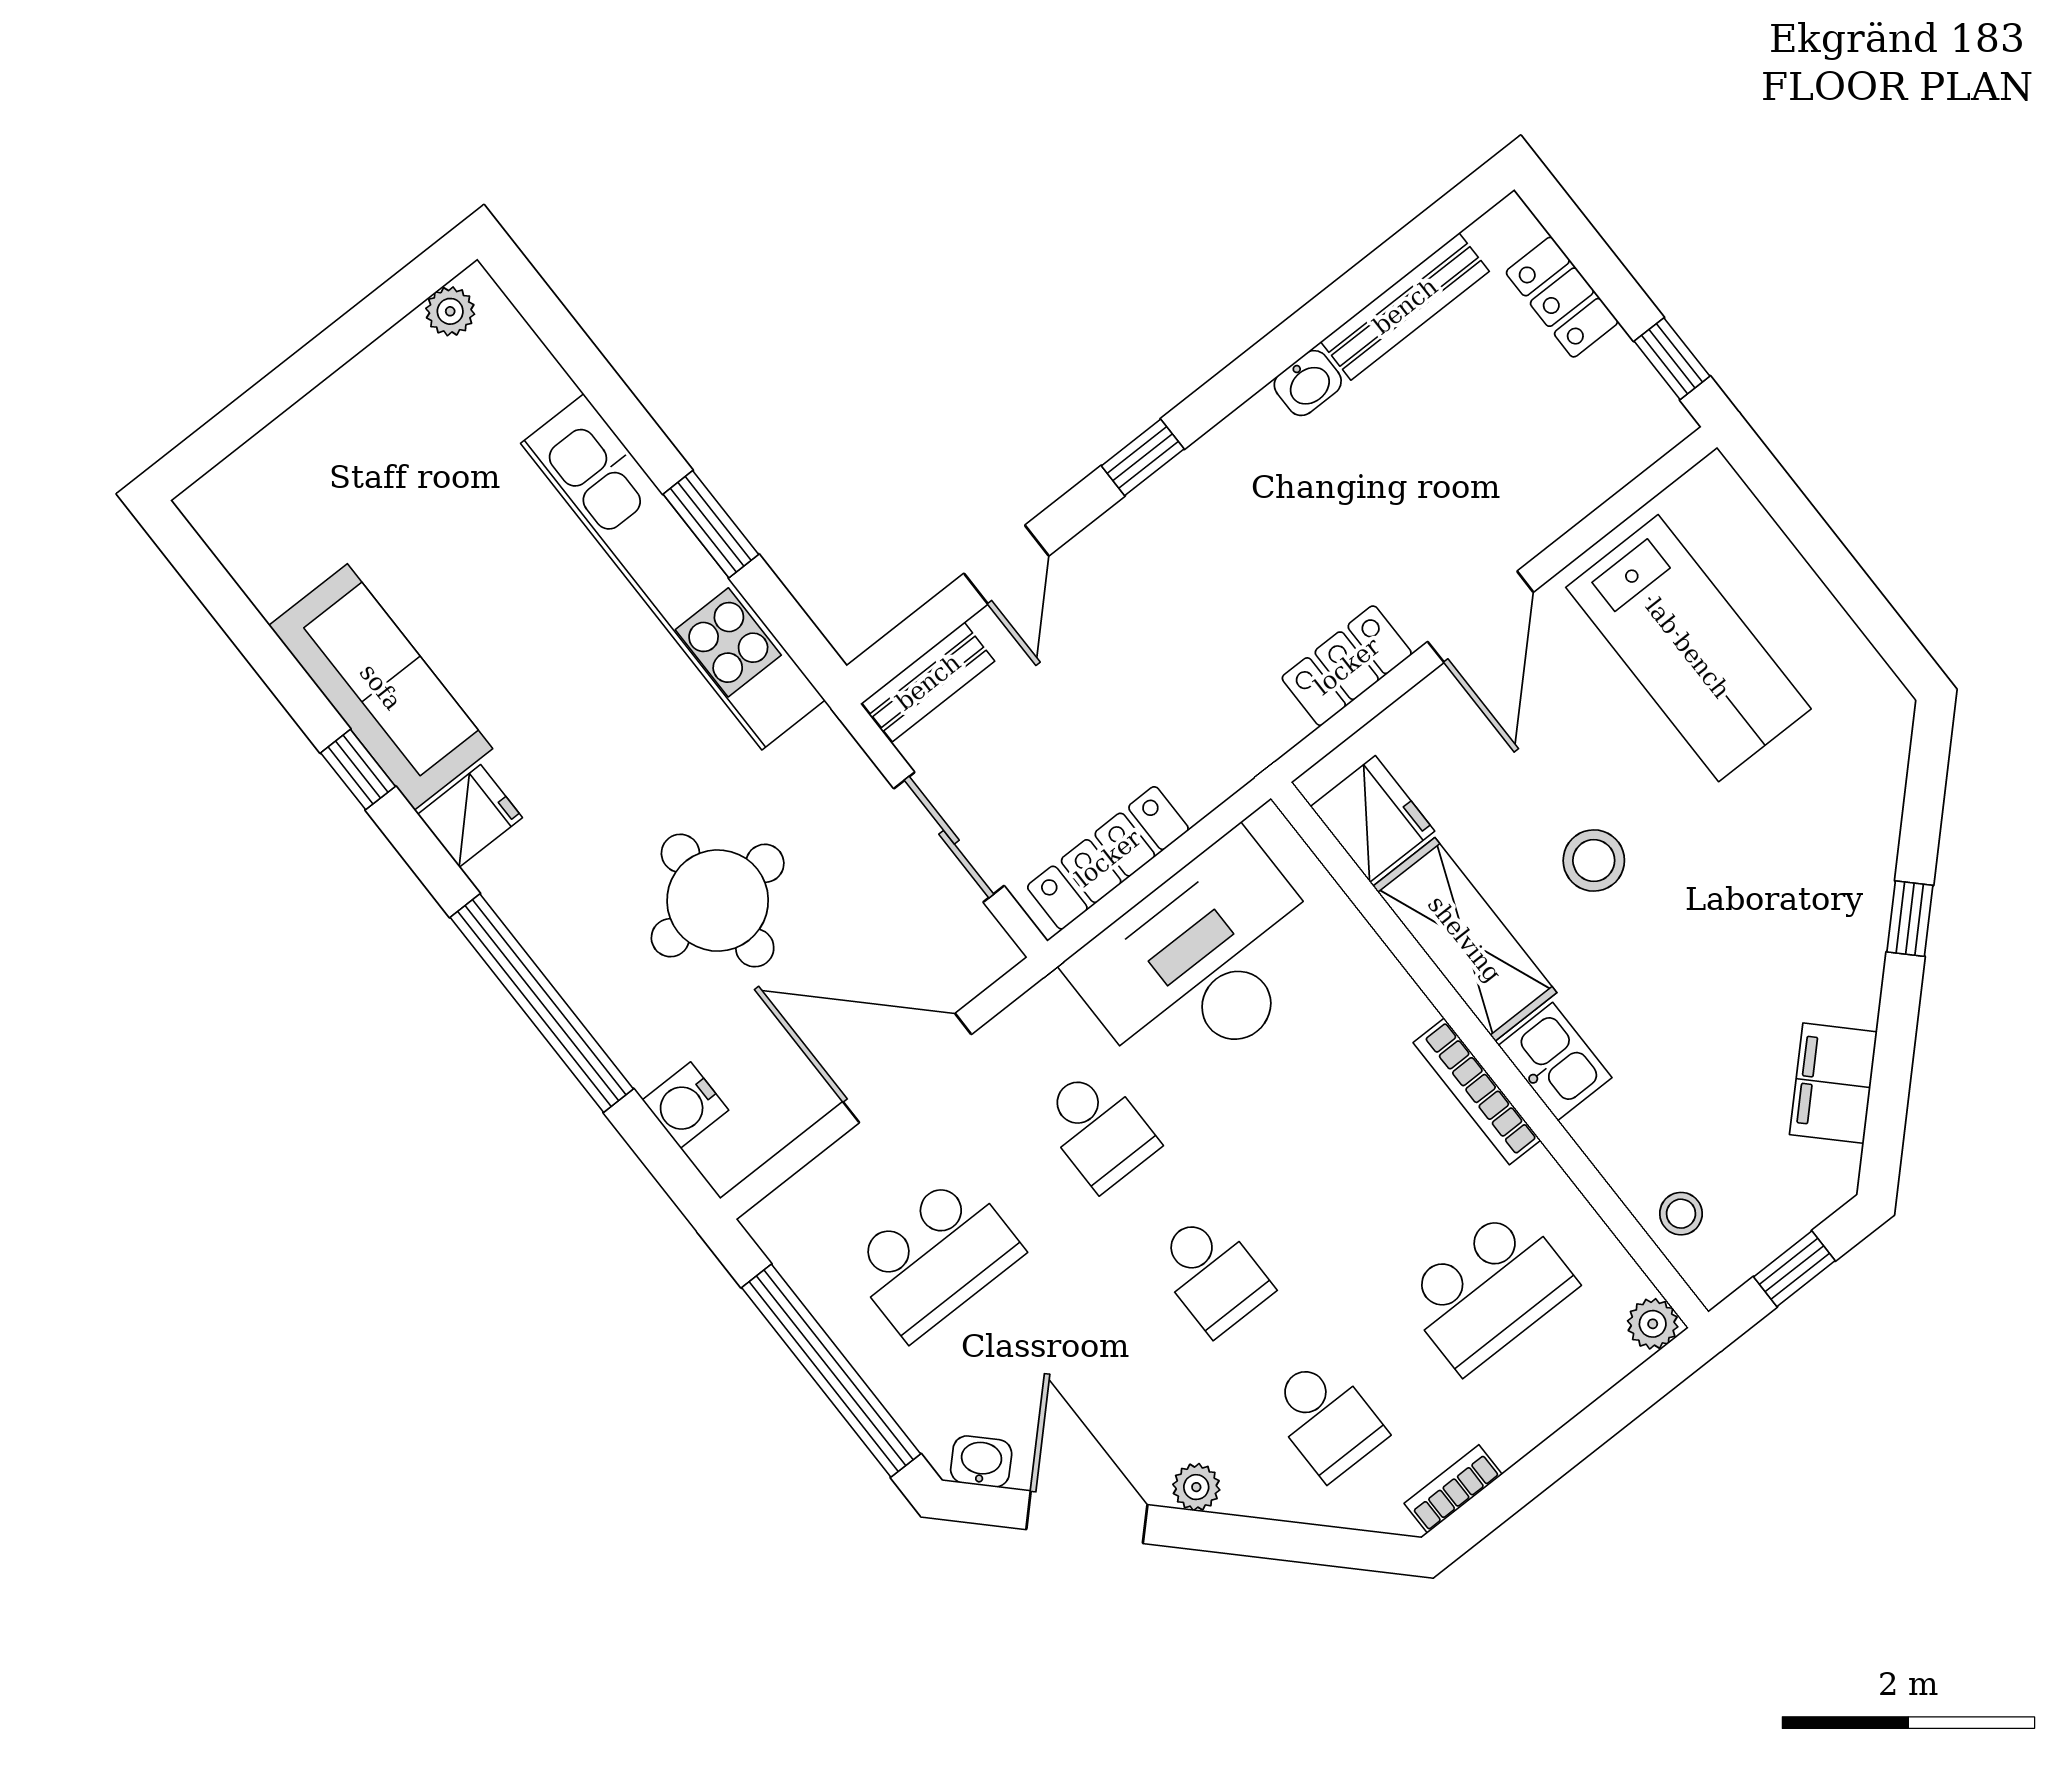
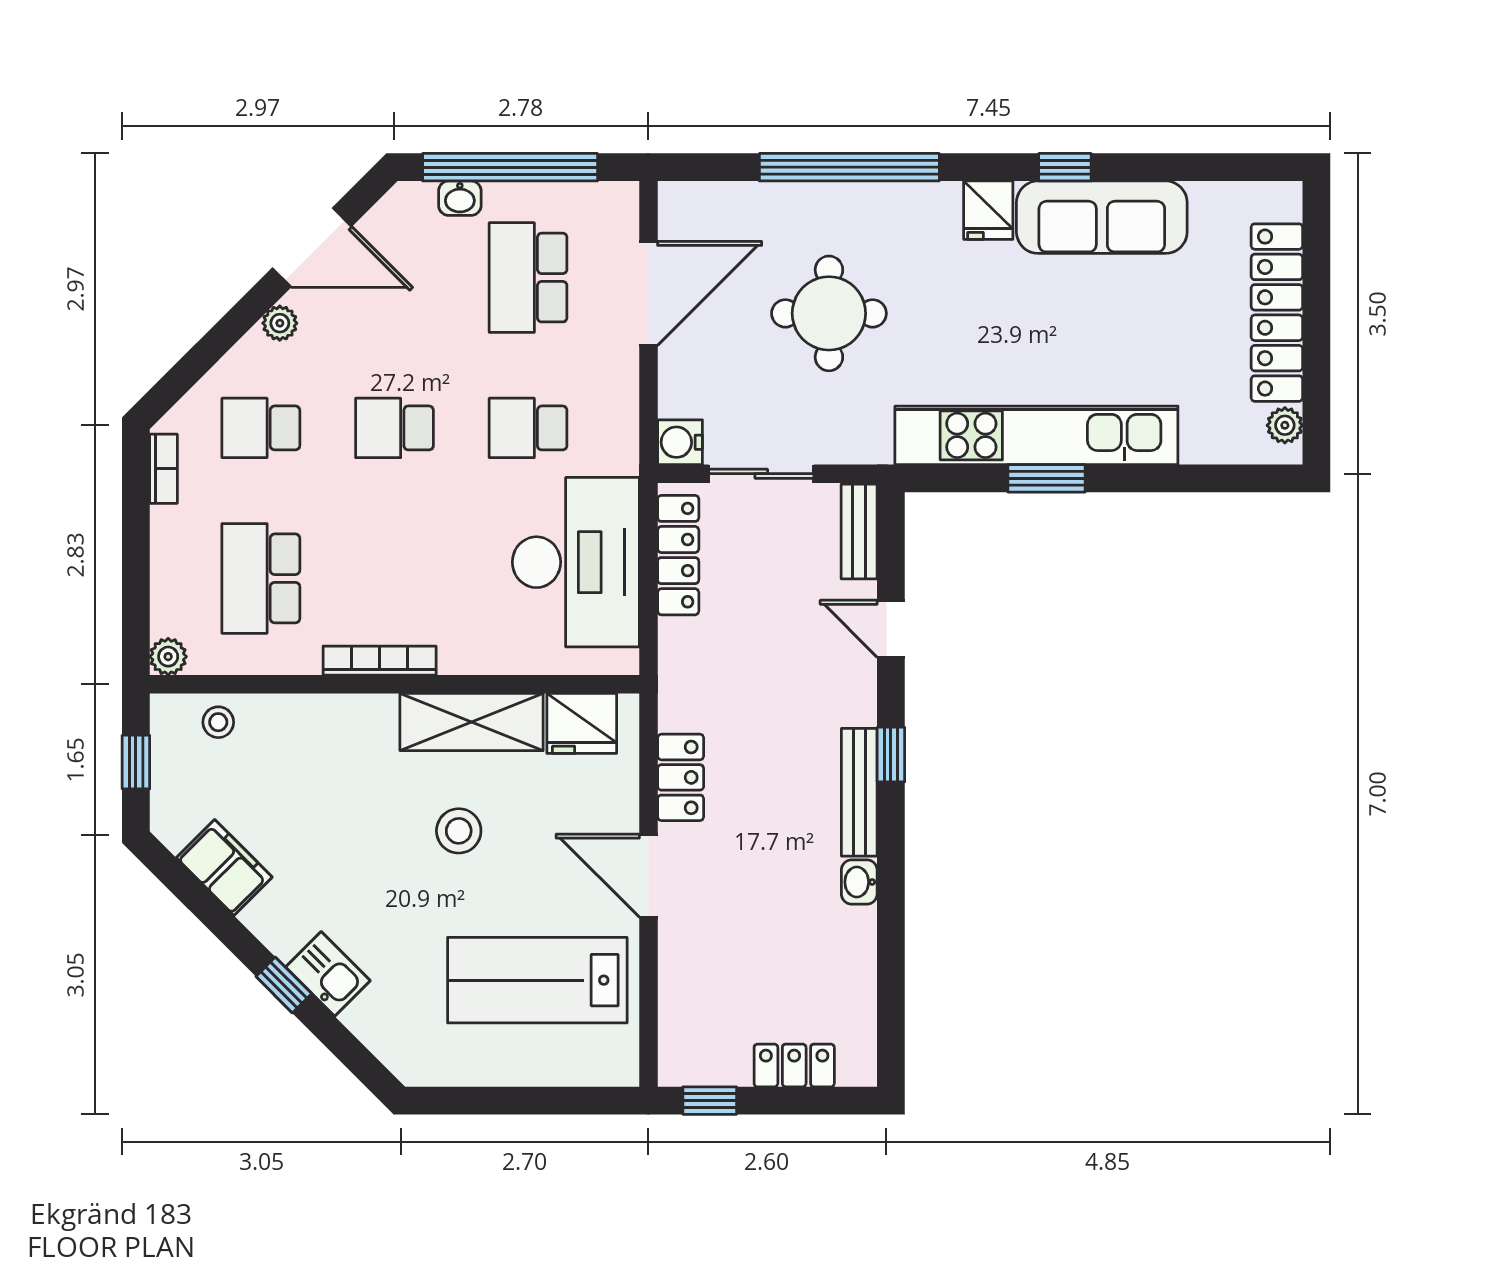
bench: (1405, 306) -> (859, 792), moved
locker: (335, 416) -> (1277, 313), added
kitchen sink: (1555, 1062) -> (328, 974), moved, turned -135
door: (907, 1068) -> (648, 293), moved
water cooler: (685, 1105) -> (680, 442), moved, turned -90
washbasin: (981, 1461) -> (460, 198), moved, turned 45

